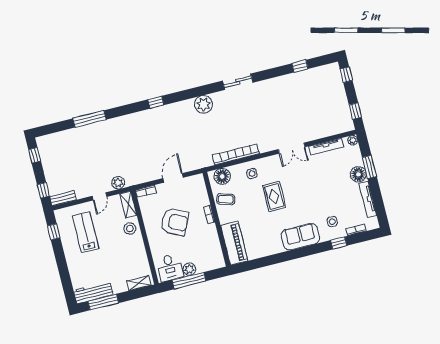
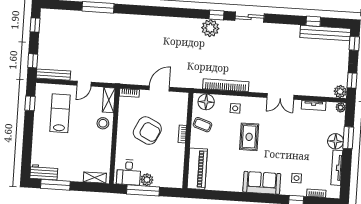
bench: (315, 74) -> (325, 33), added
window: (156, 102) -> (217, 15), moved
tv unit: (326, 147) -> (314, 105), width x0.71
plant: (118, 183) -> (340, 92), moved
bench: (63, 198) -> (53, 75), width x1.36
workbench: (93, 292) -> (44, 172), width x0.73

